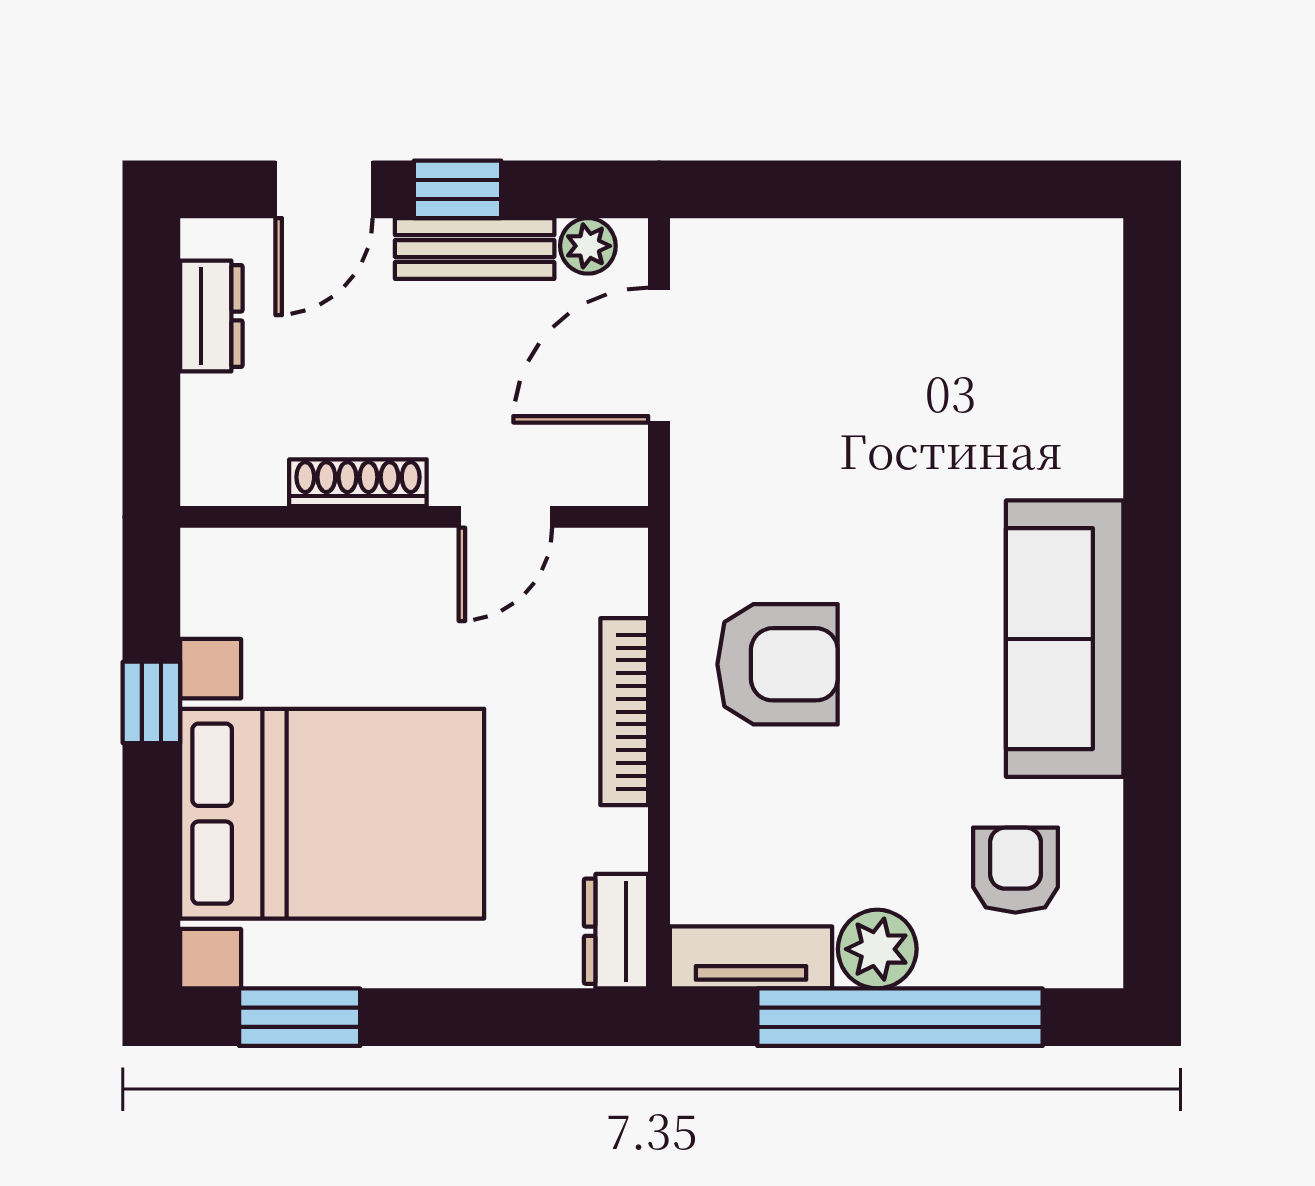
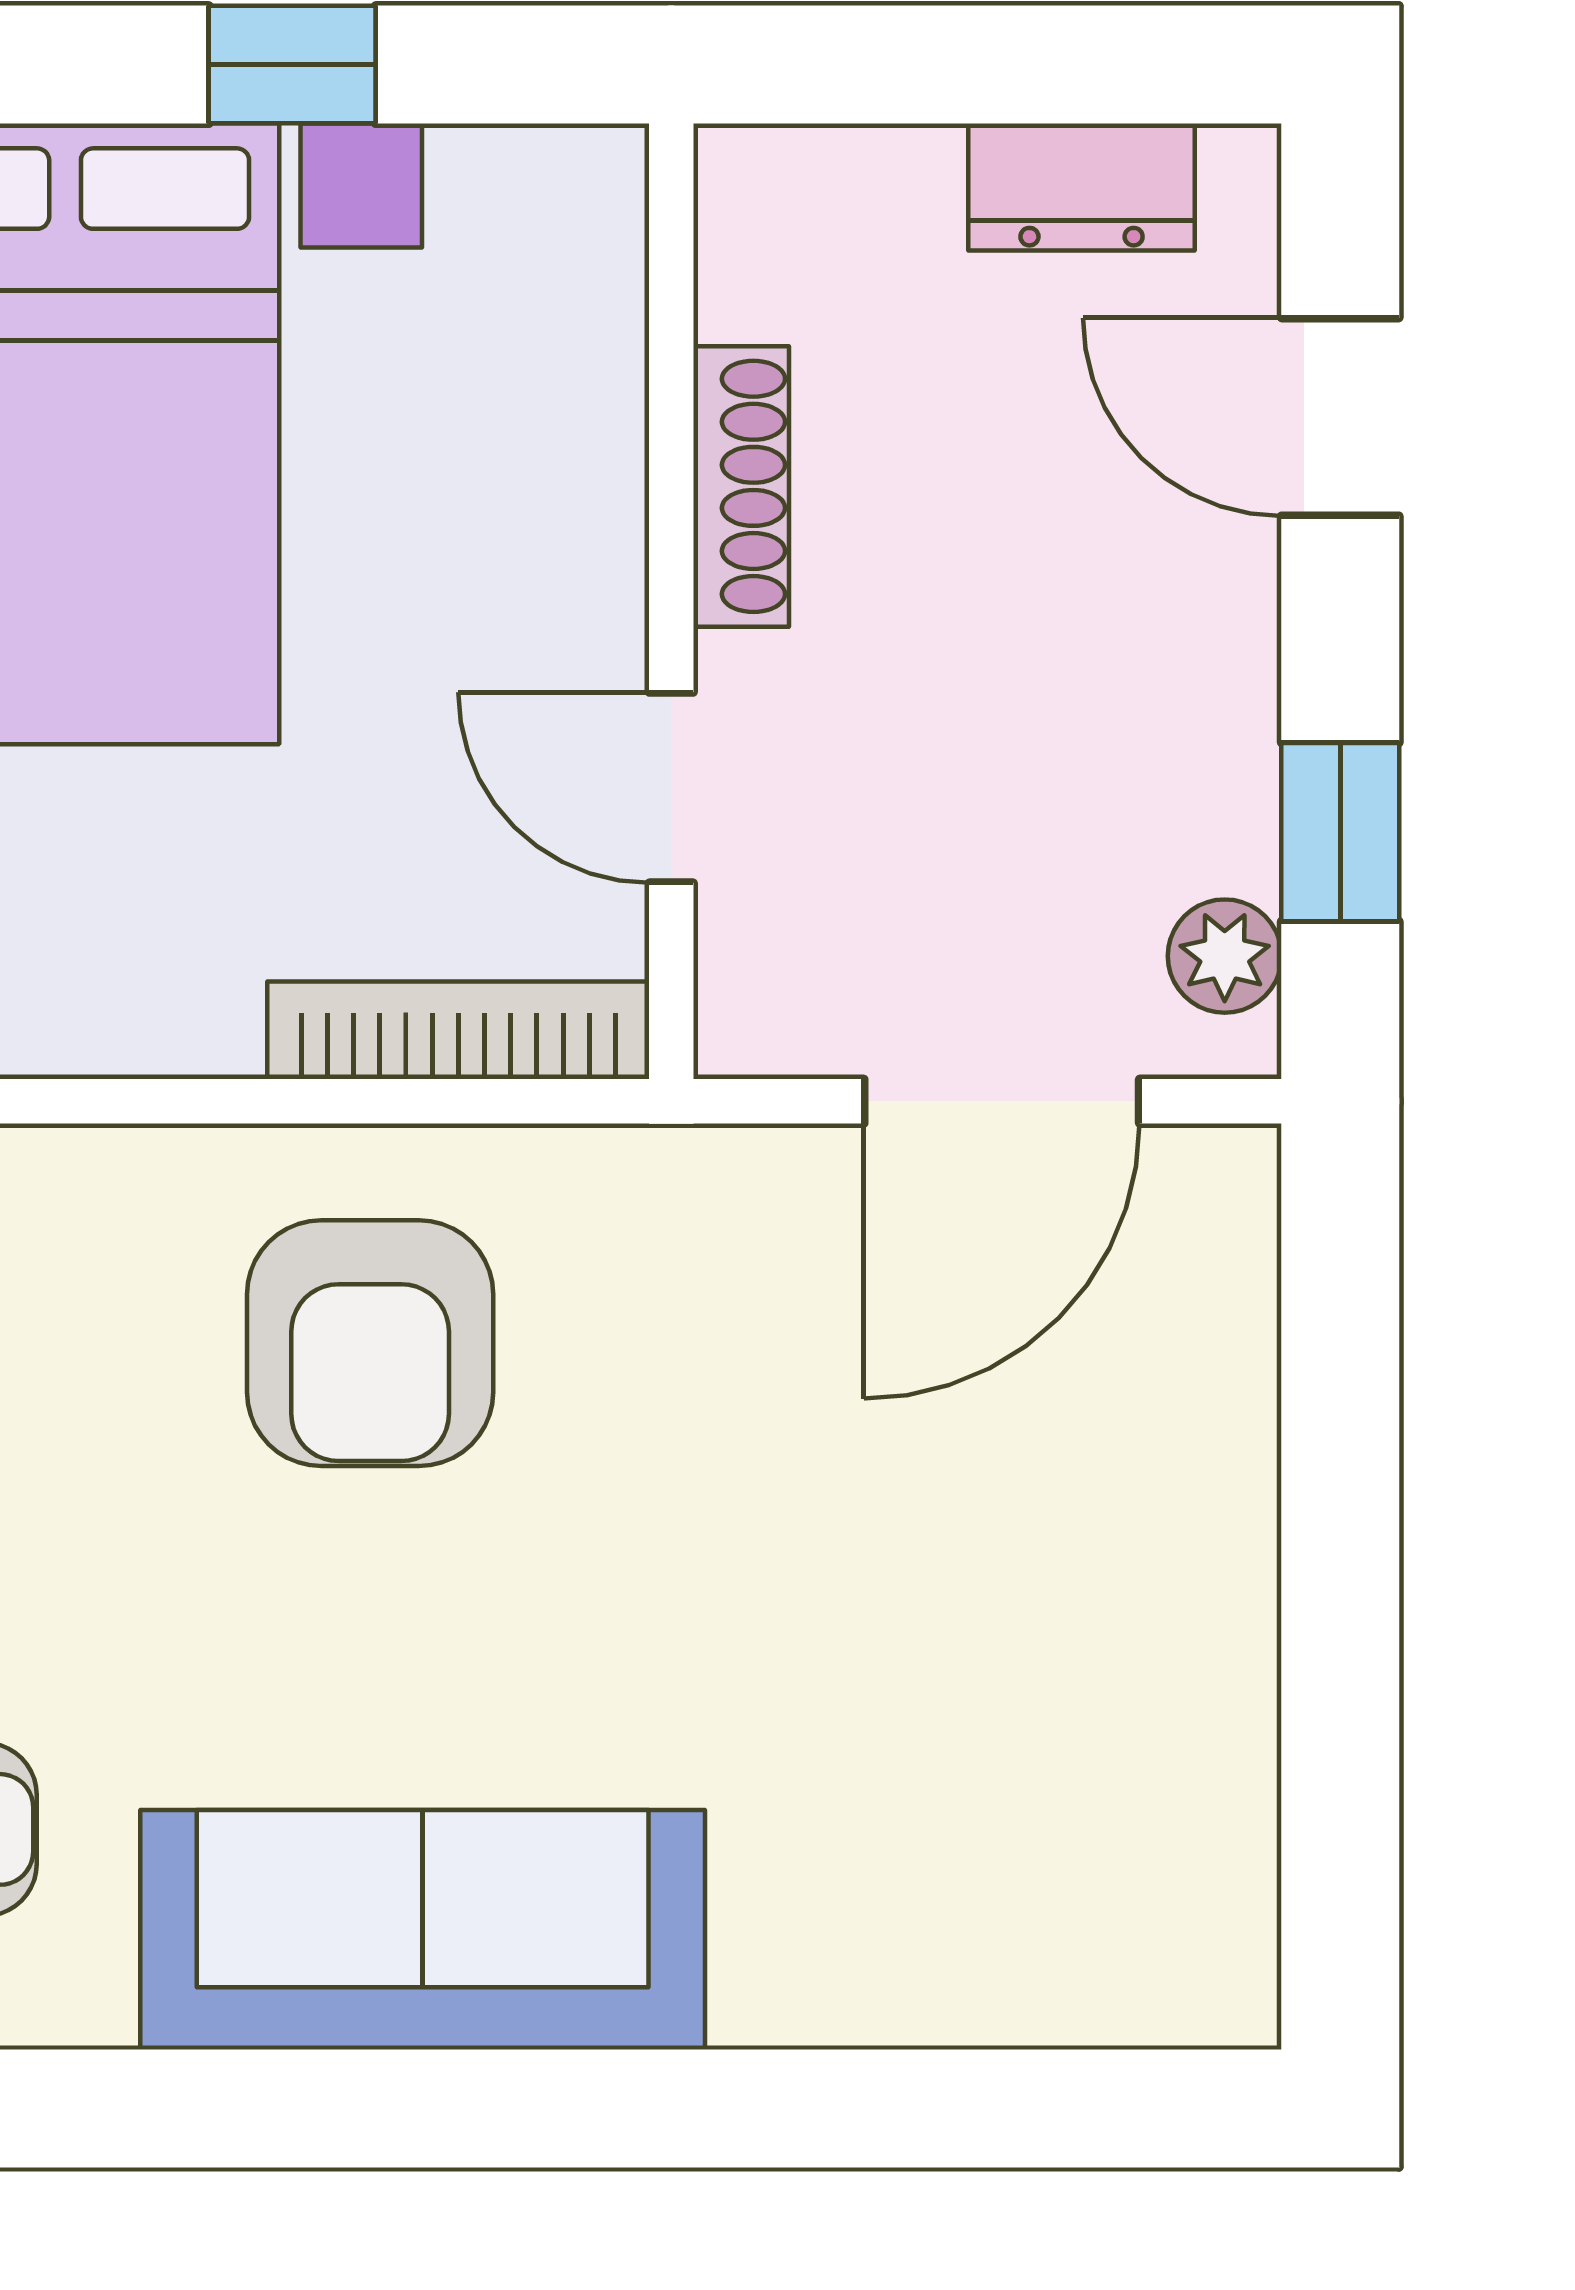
window: (458, 189) -> (1340, 832), moved
bench: (475, 249) -> (1219, 725), removed
door: (659, 355) -> (1002, 1101), swing flipped
bookcase: (624, 712) -> (458, 1030), moved

